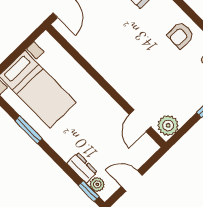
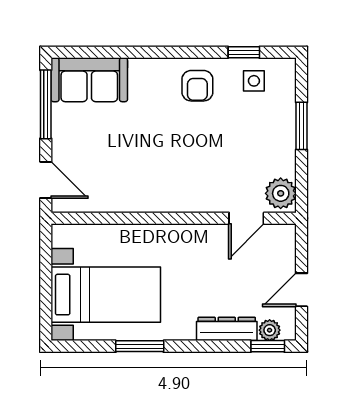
door: (140, 121) -> (246, 218), hinge flipped
dresser: (82, 168) -> (227, 329), width x1.44

